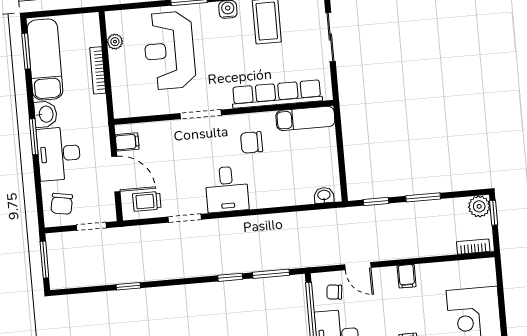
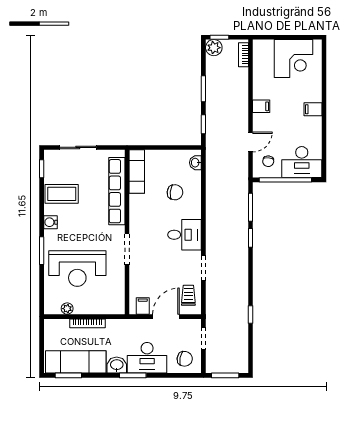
chair: (252, 142) -> (175, 192), moved, turned -84
trolley: (147, 201) -> (188, 295), turned 180

